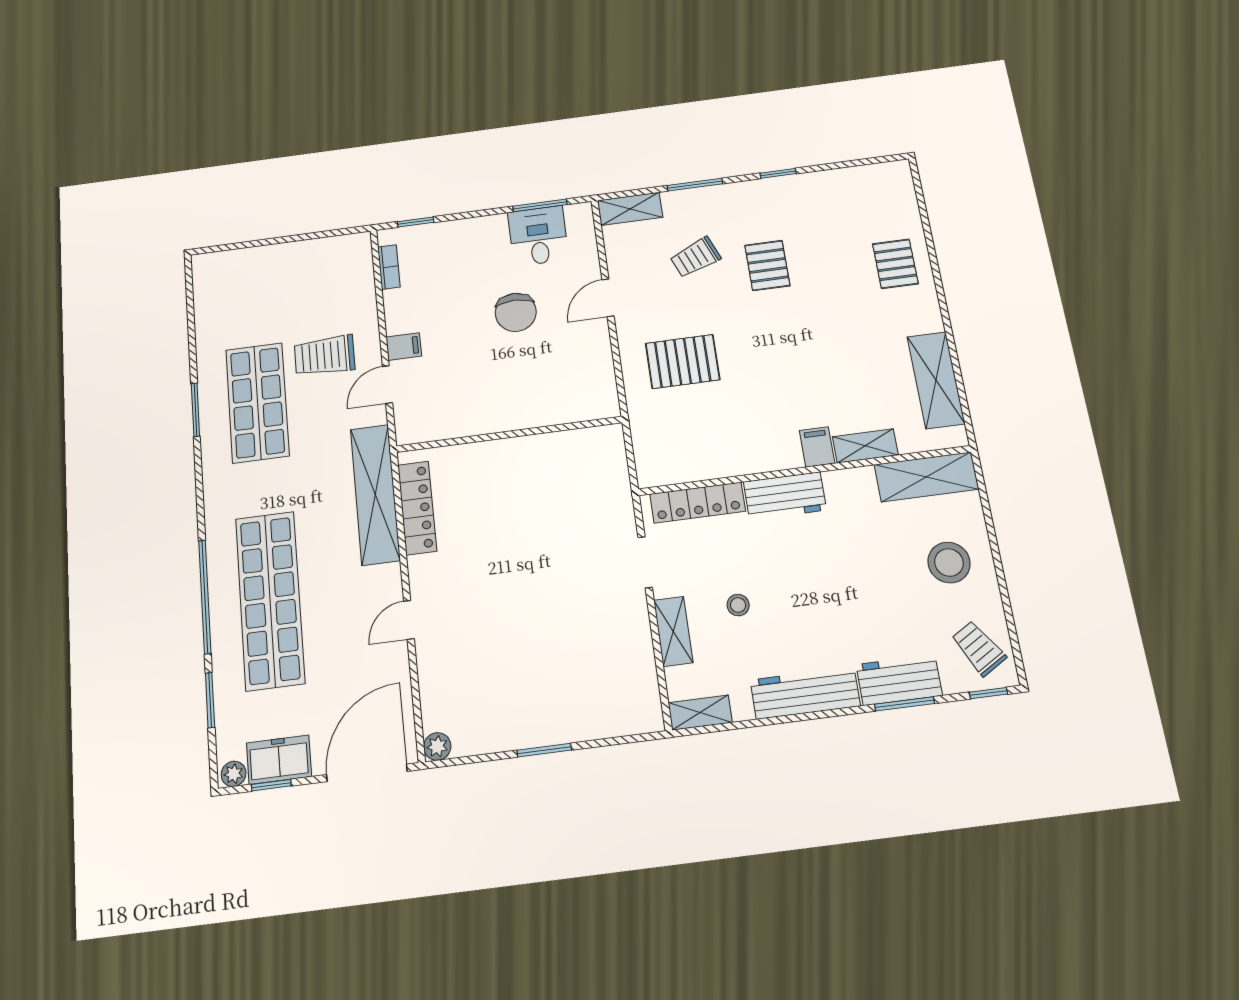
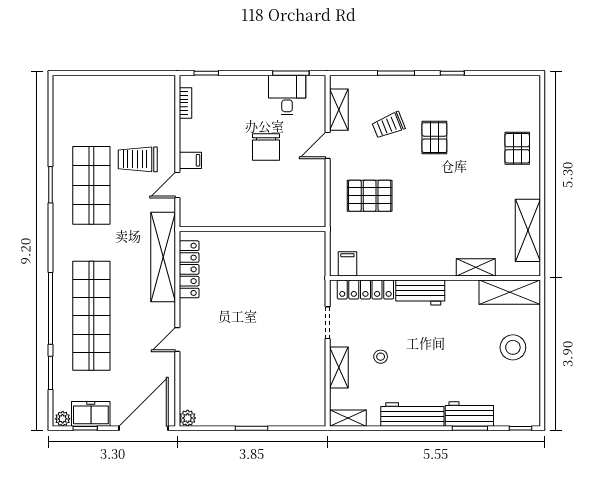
shelving: (630, 209) -> (339, 110), moved, turned 90
filing cabinet: (817, 447) -> (347, 264), moved
trolley: (979, 648) -> (520, 401), removed

